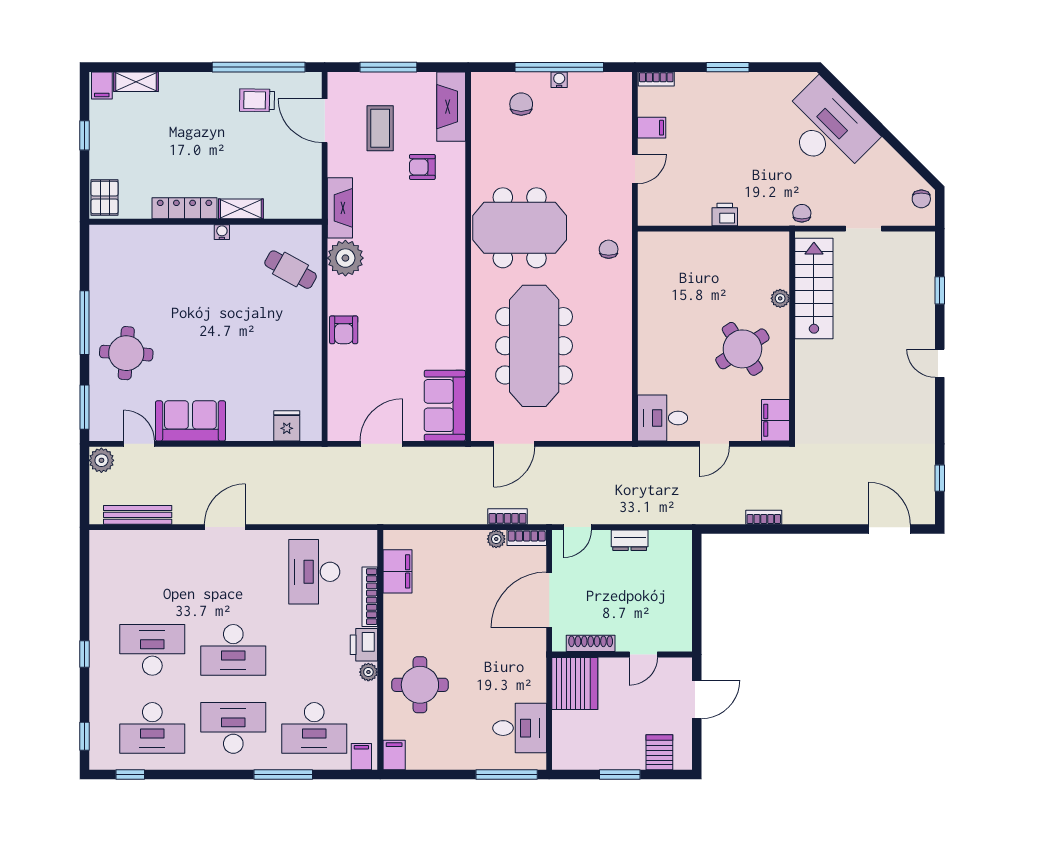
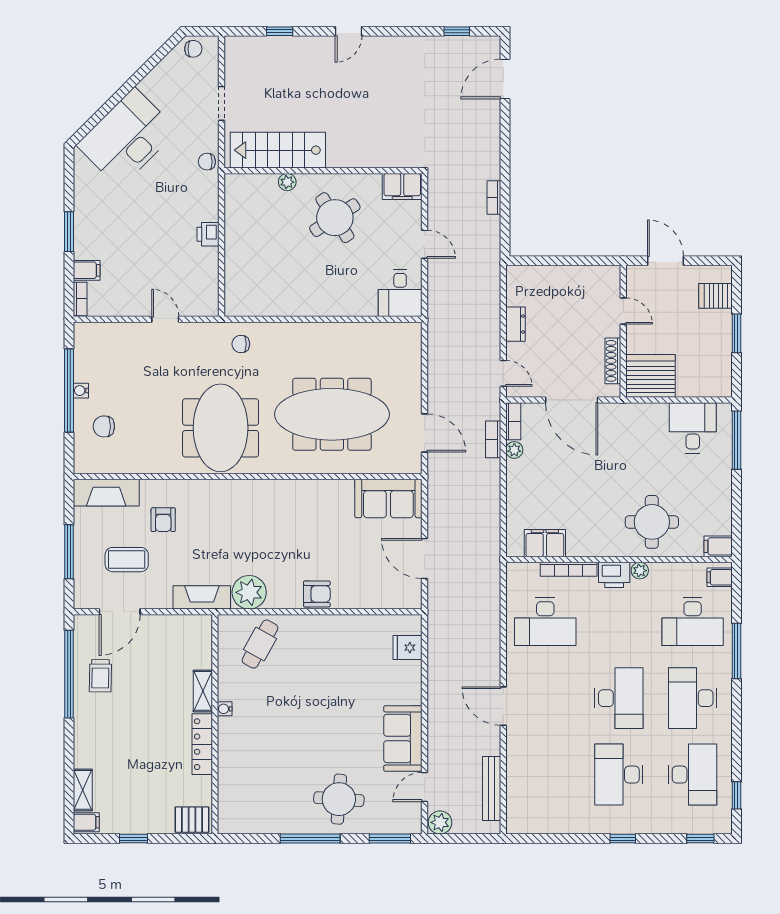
filing cabinet: (652, 128) -> (87, 270), moved, turned 90
desk: (314, 728) -> (693, 622), turned 90

